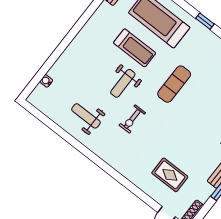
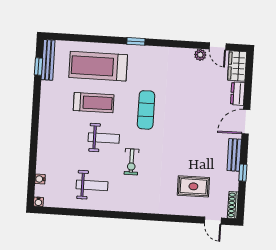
weight bench: (123, 83) -> (104, 138), turned -90
water cooler: (32, 99) -> (38, 202), added
weight bench: (86, 116) -> (92, 185), turned 180

